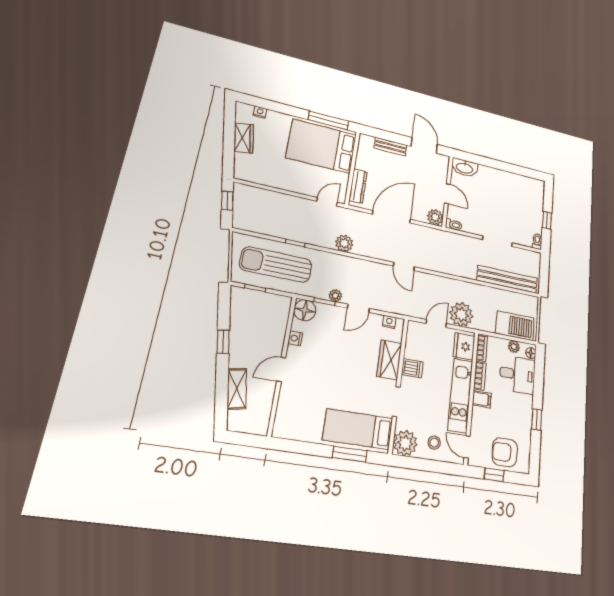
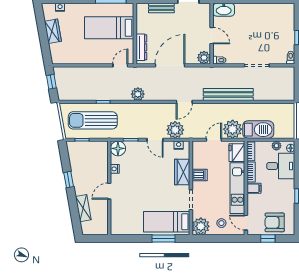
bed: (321, 146) -> (109, 28), width x0.67
door: (404, 266) -> (184, 102), hinge flipped
bench: (507, 279) -> (228, 94), moved
plant: (335, 296) -> (175, 130), moved, width x1.88, depth x1.88
door: (358, 308) -> (155, 140), hinge flipped
barbecue: (515, 326) -> (258, 130), moved

